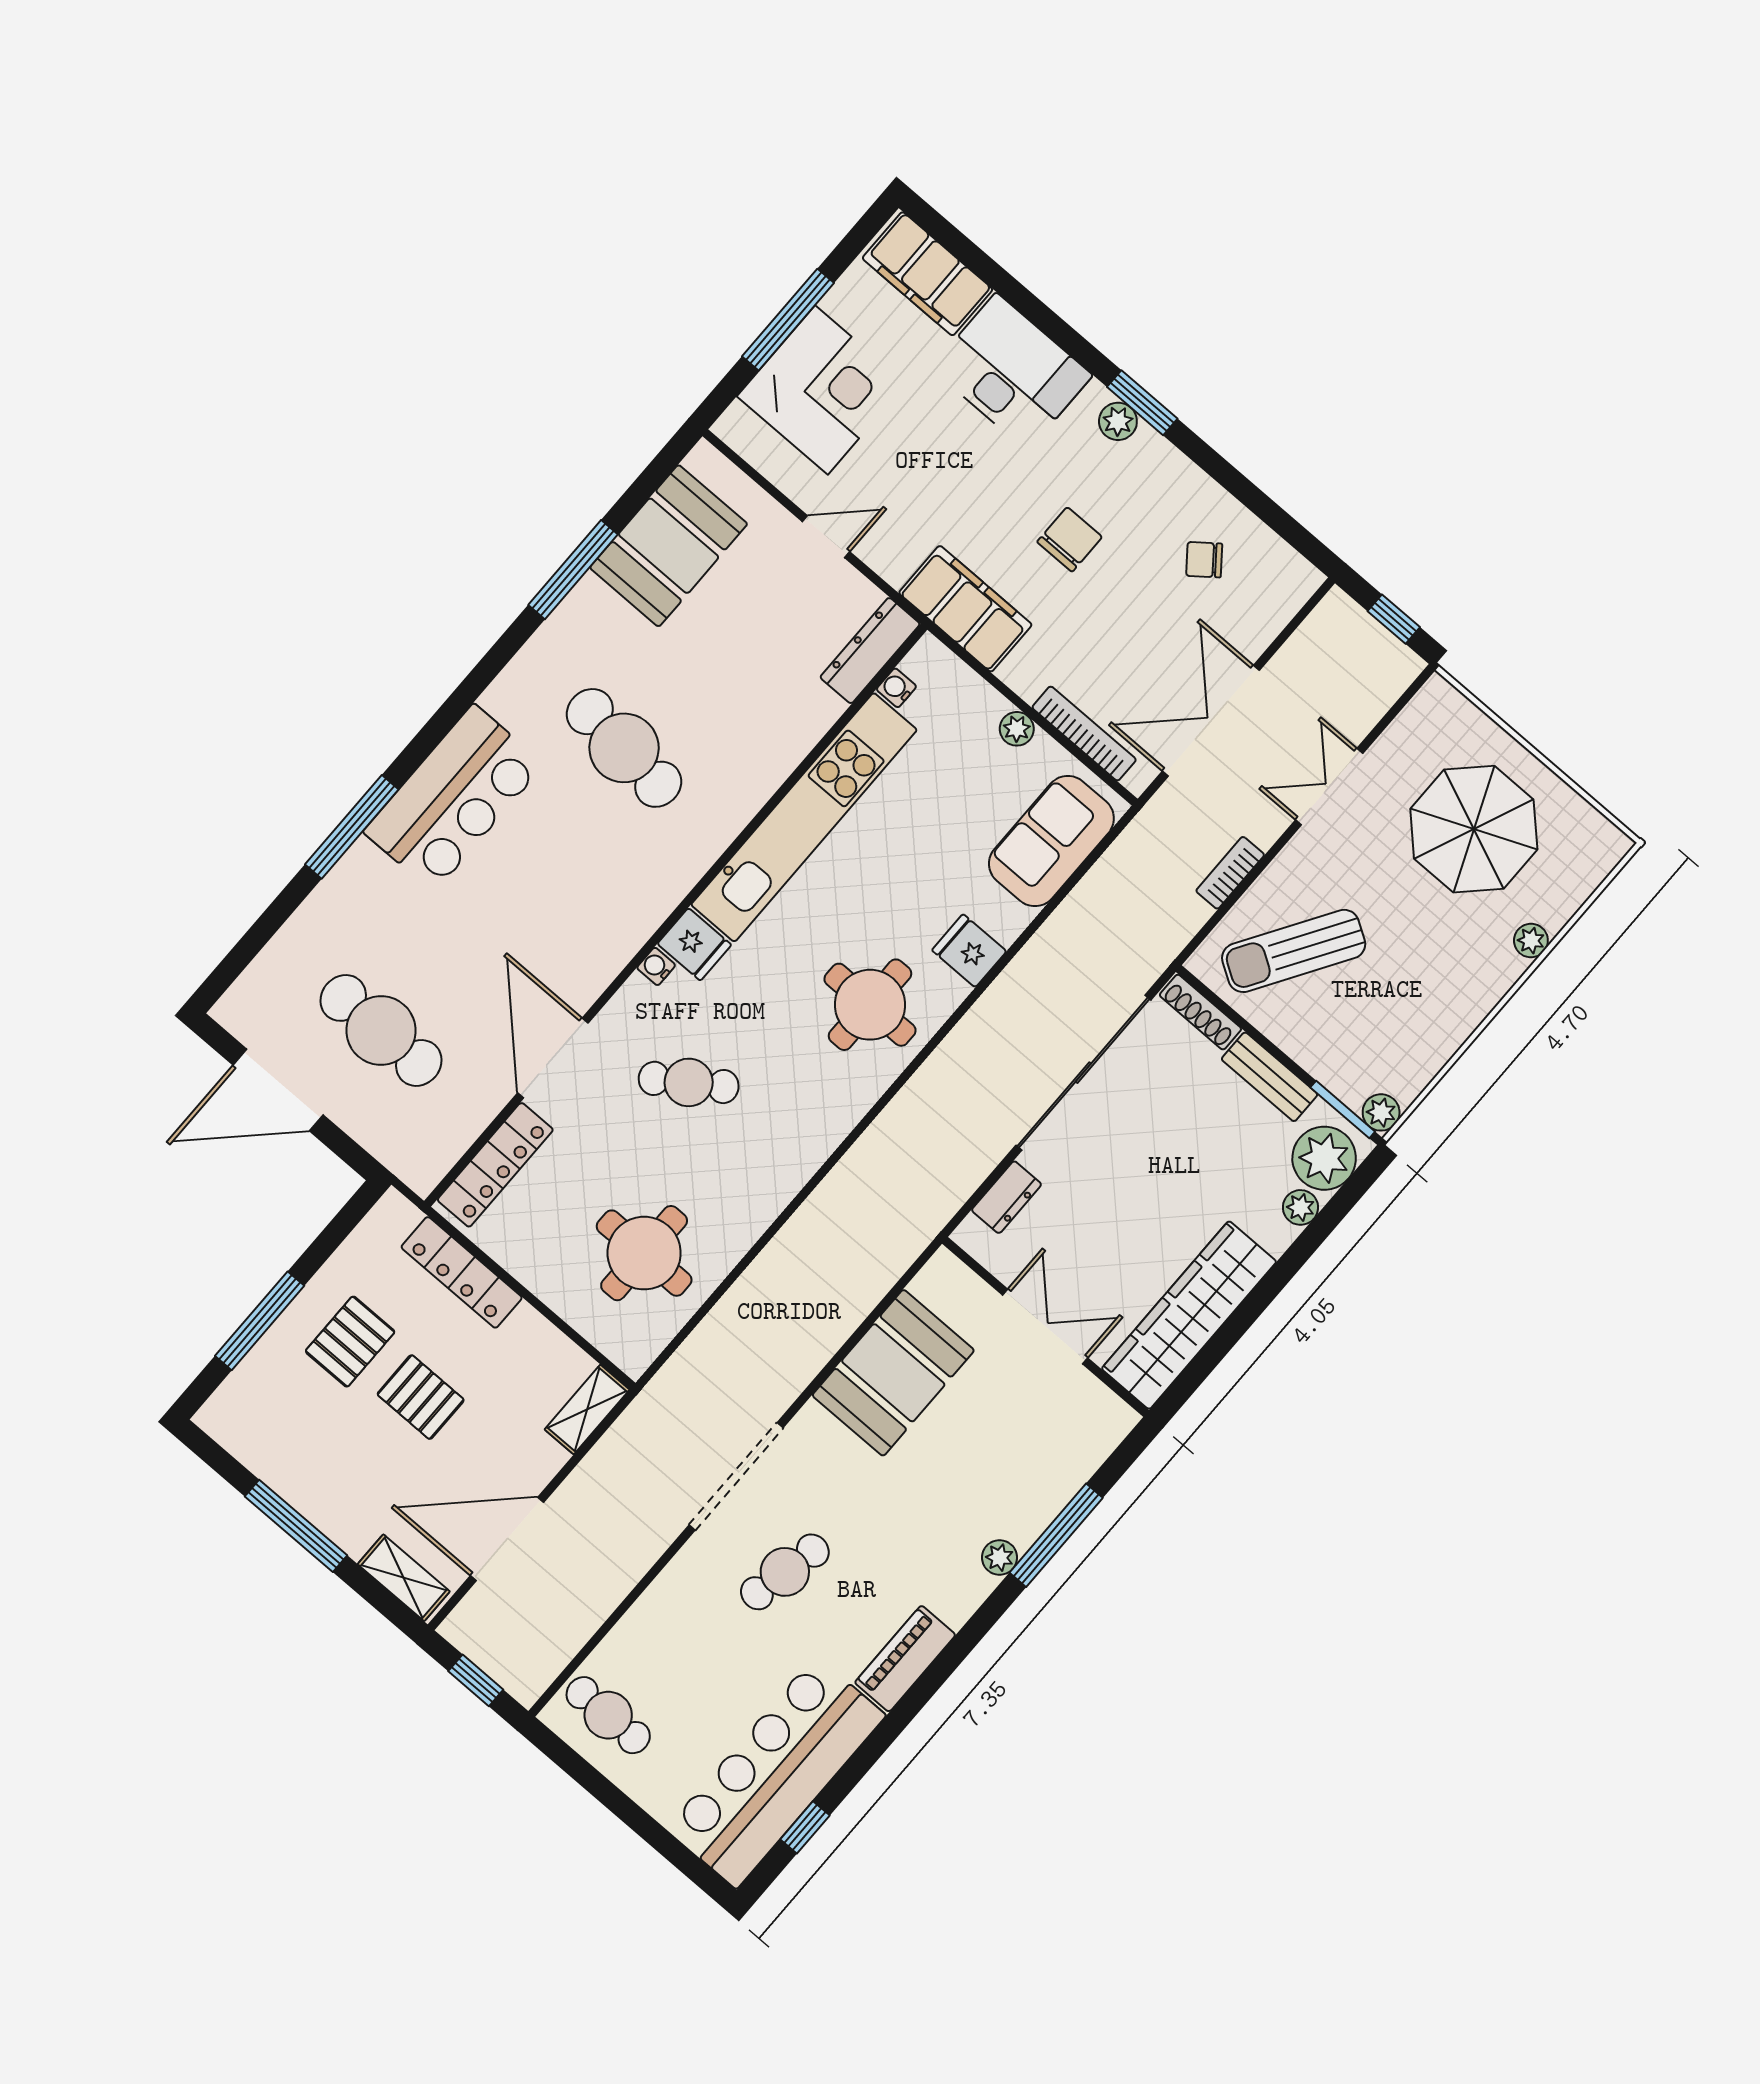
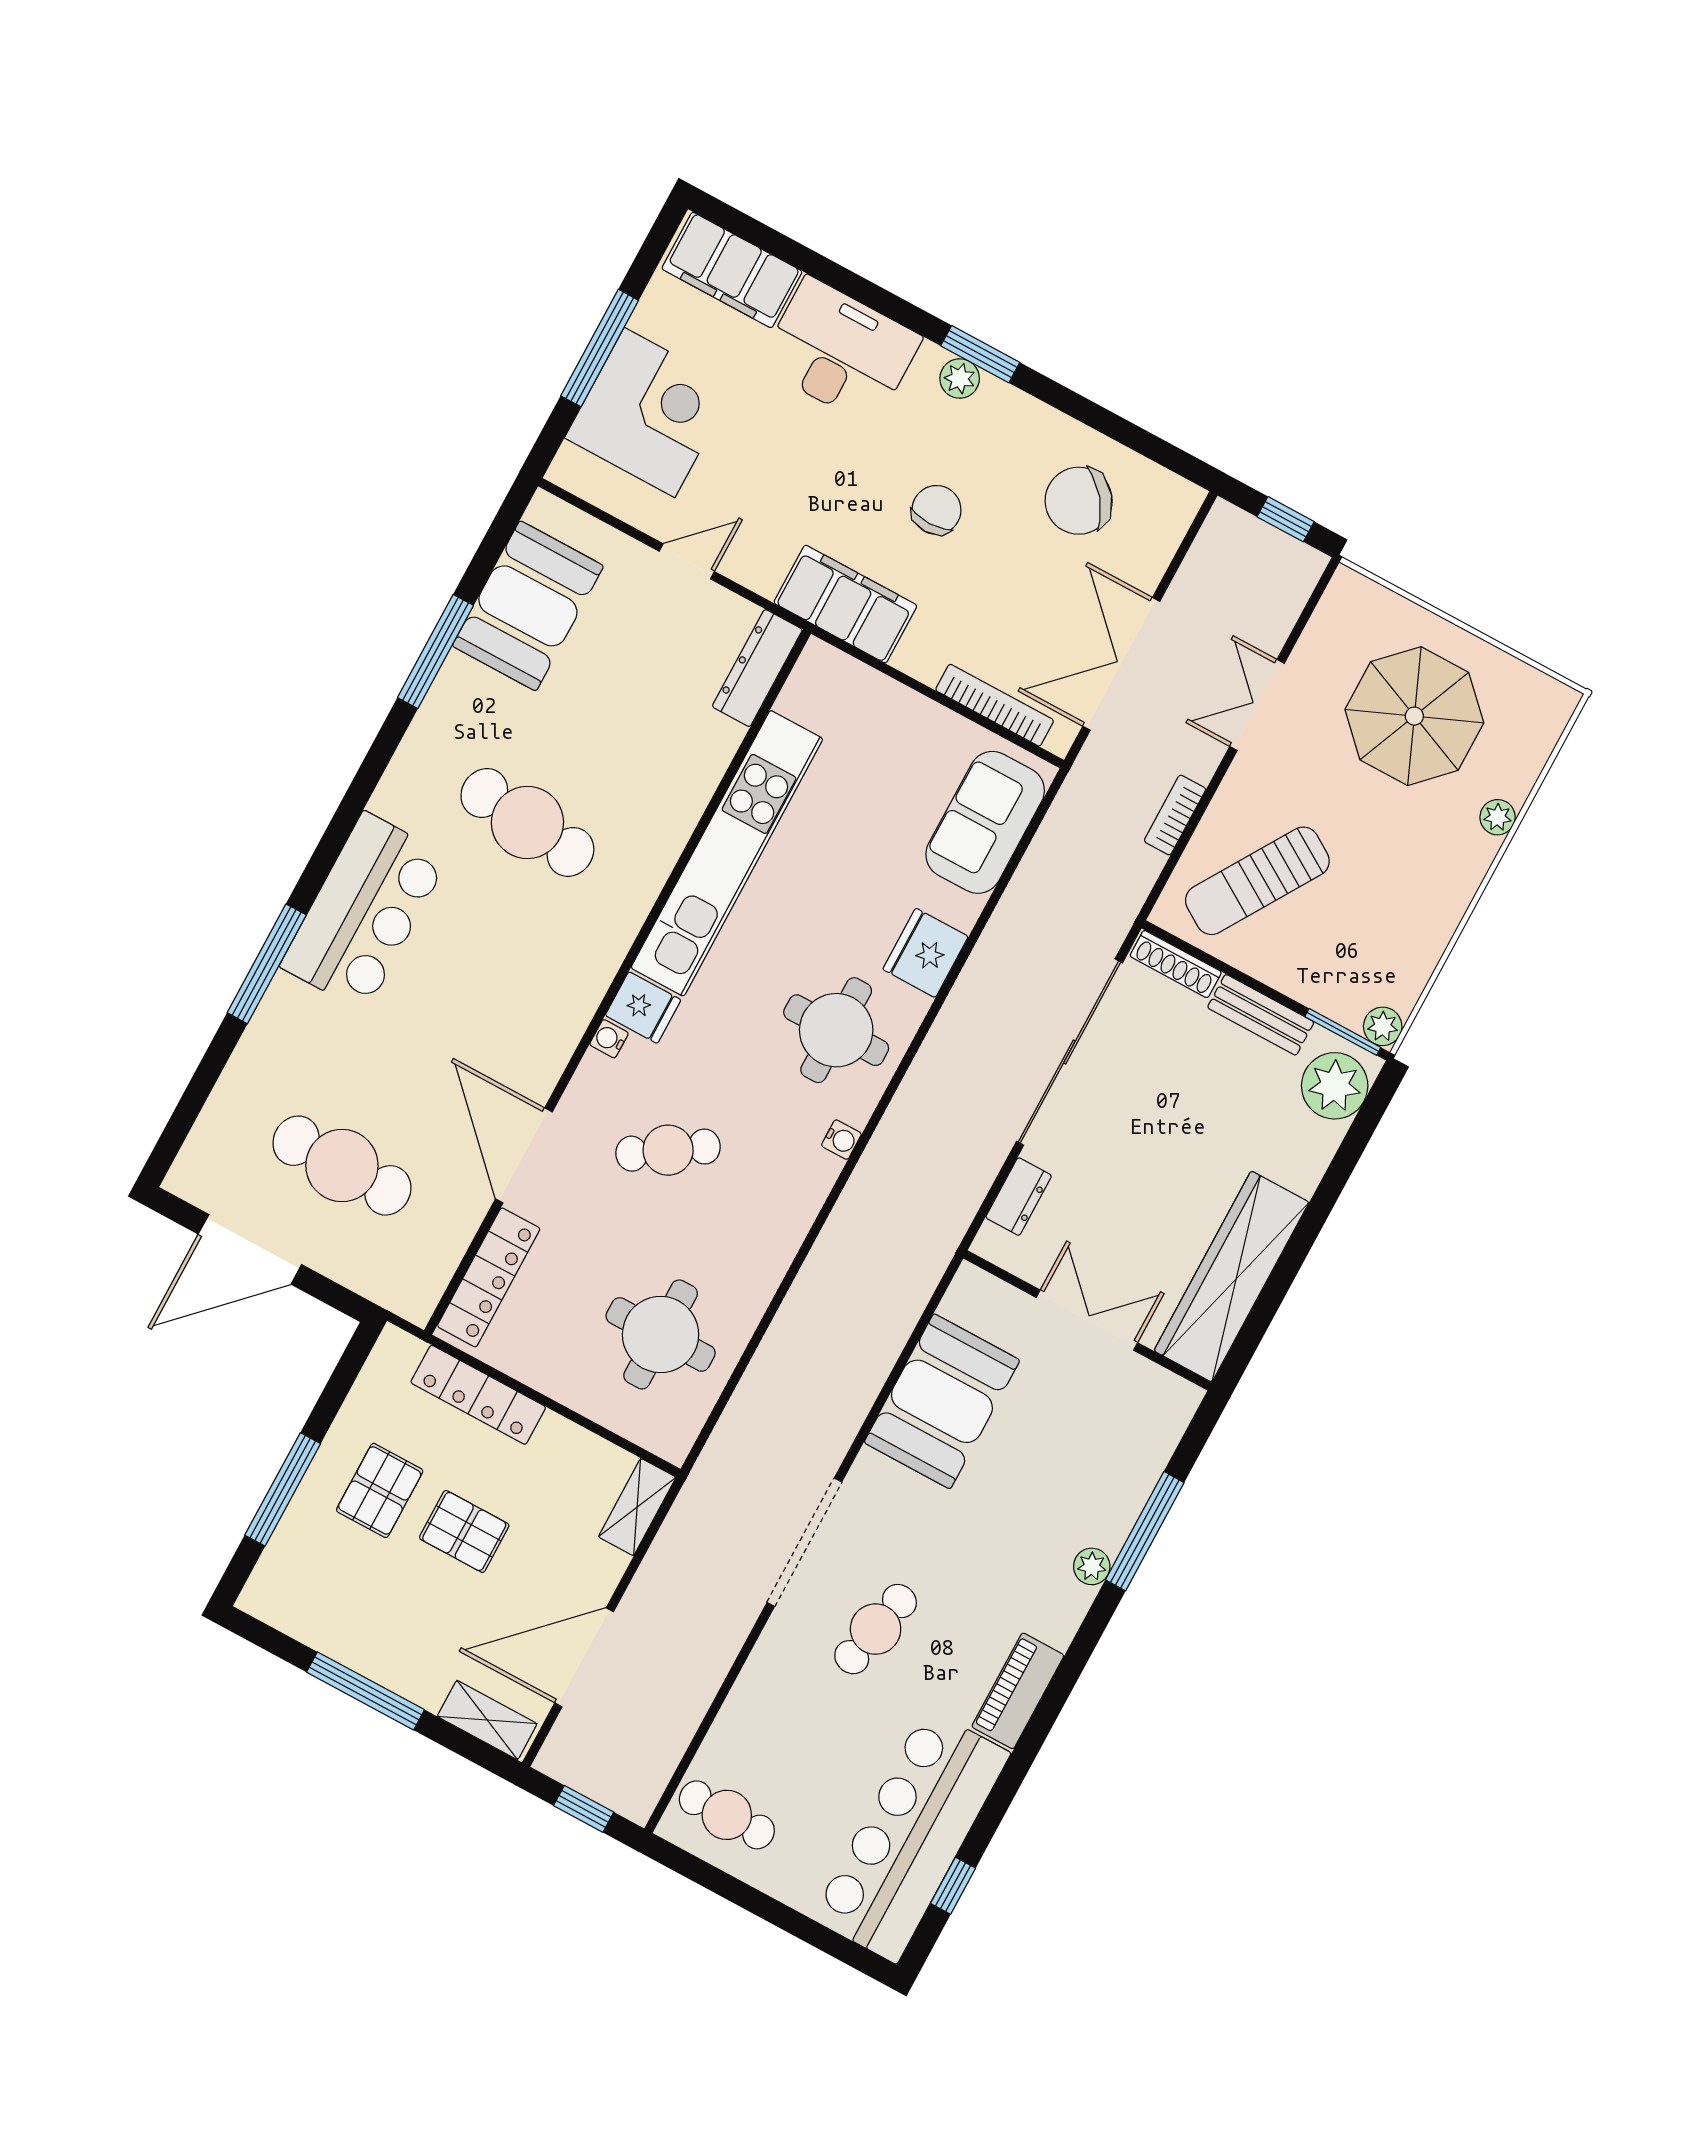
chair: (1204, 560) -> (1079, 501), width x1.87, depth x1.87
water cooler: (896, 688) -> (841, 1140), moved, turned 180
plant: (1017, 729) -> (925, 715), removed
fridge: (969, 951) -> (926, 953), width x1.38
plant: (1300, 1207) -> (1321, 1141), removed

